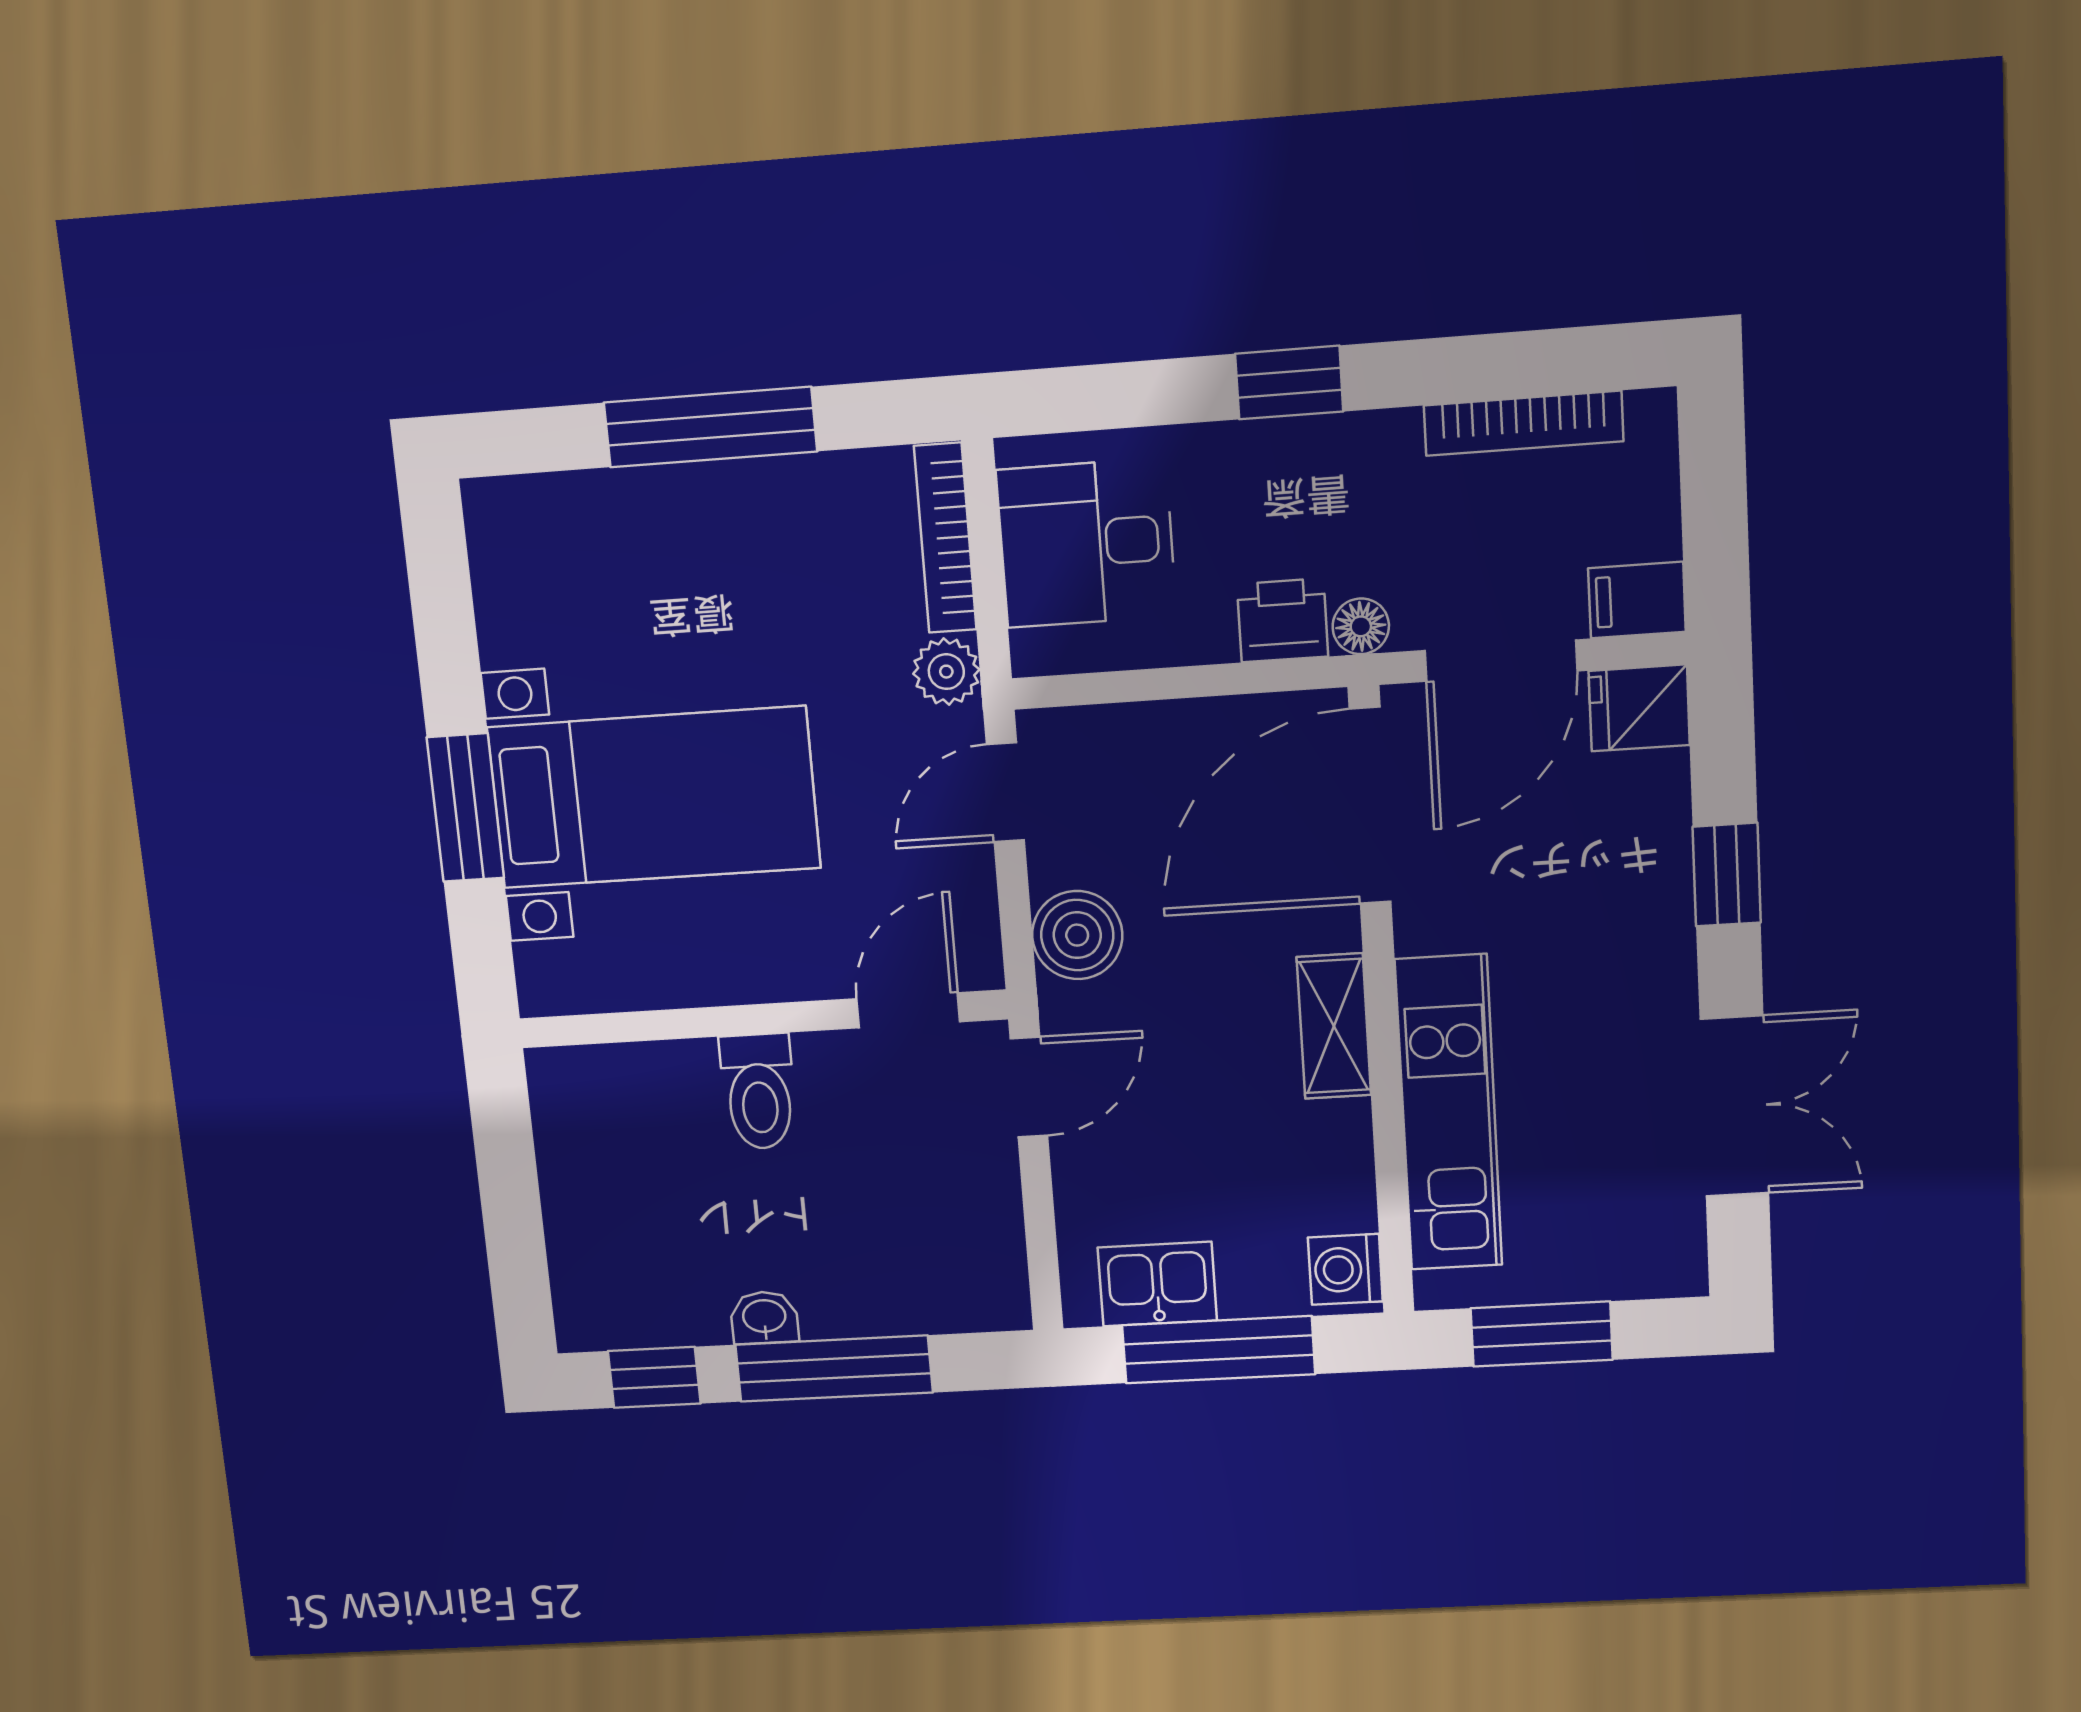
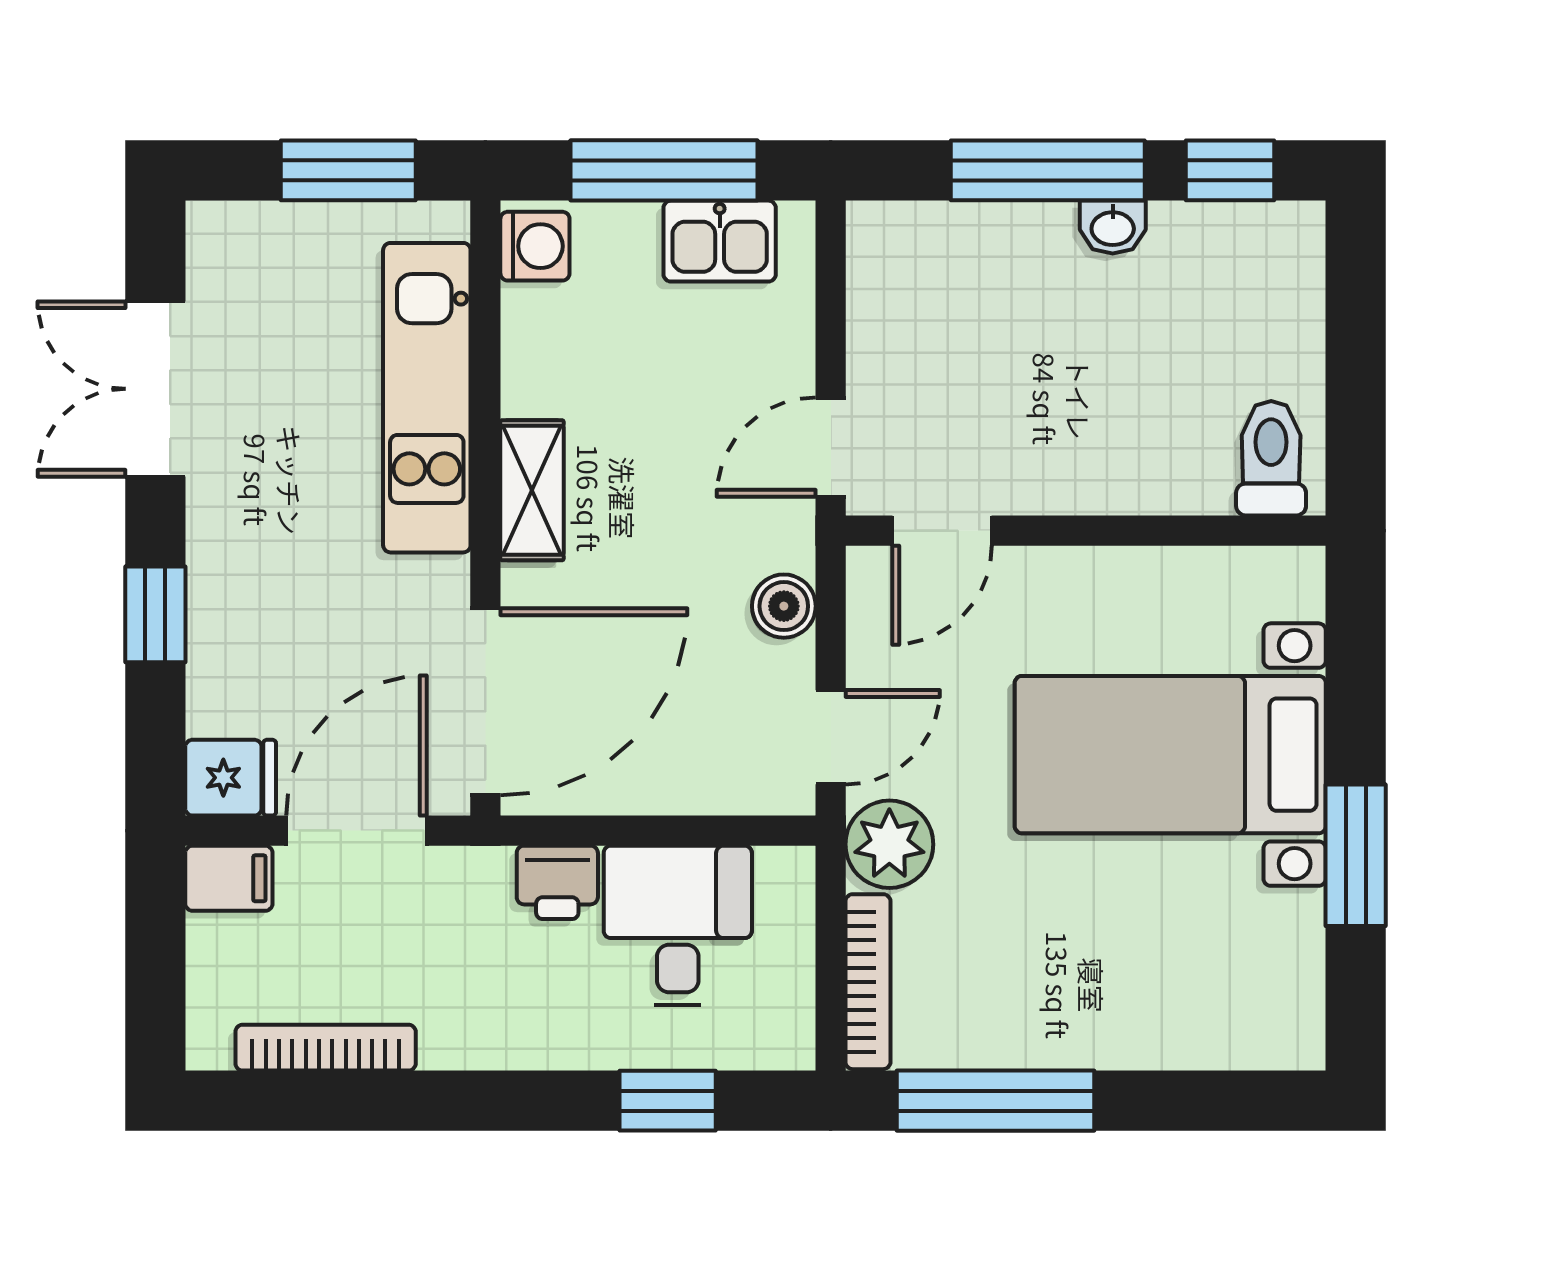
window: (1289, 383) -> (668, 1101), moved
window: (710, 427) -> (996, 1101), moved
desk: (1086, 543) -> (678, 925), moved, turned -90
floor lamp: (1361, 626) -> (485, 872), removed
plant: (946, 672) -> (889, 844), width x1.38, depth x1.38
window: (465, 808) -> (1356, 855), moved
boiler: (1077, 935) -> (784, 606), width x0.73, depth x0.73
toilet: (759, 1091) -> (1271, 458), moved

